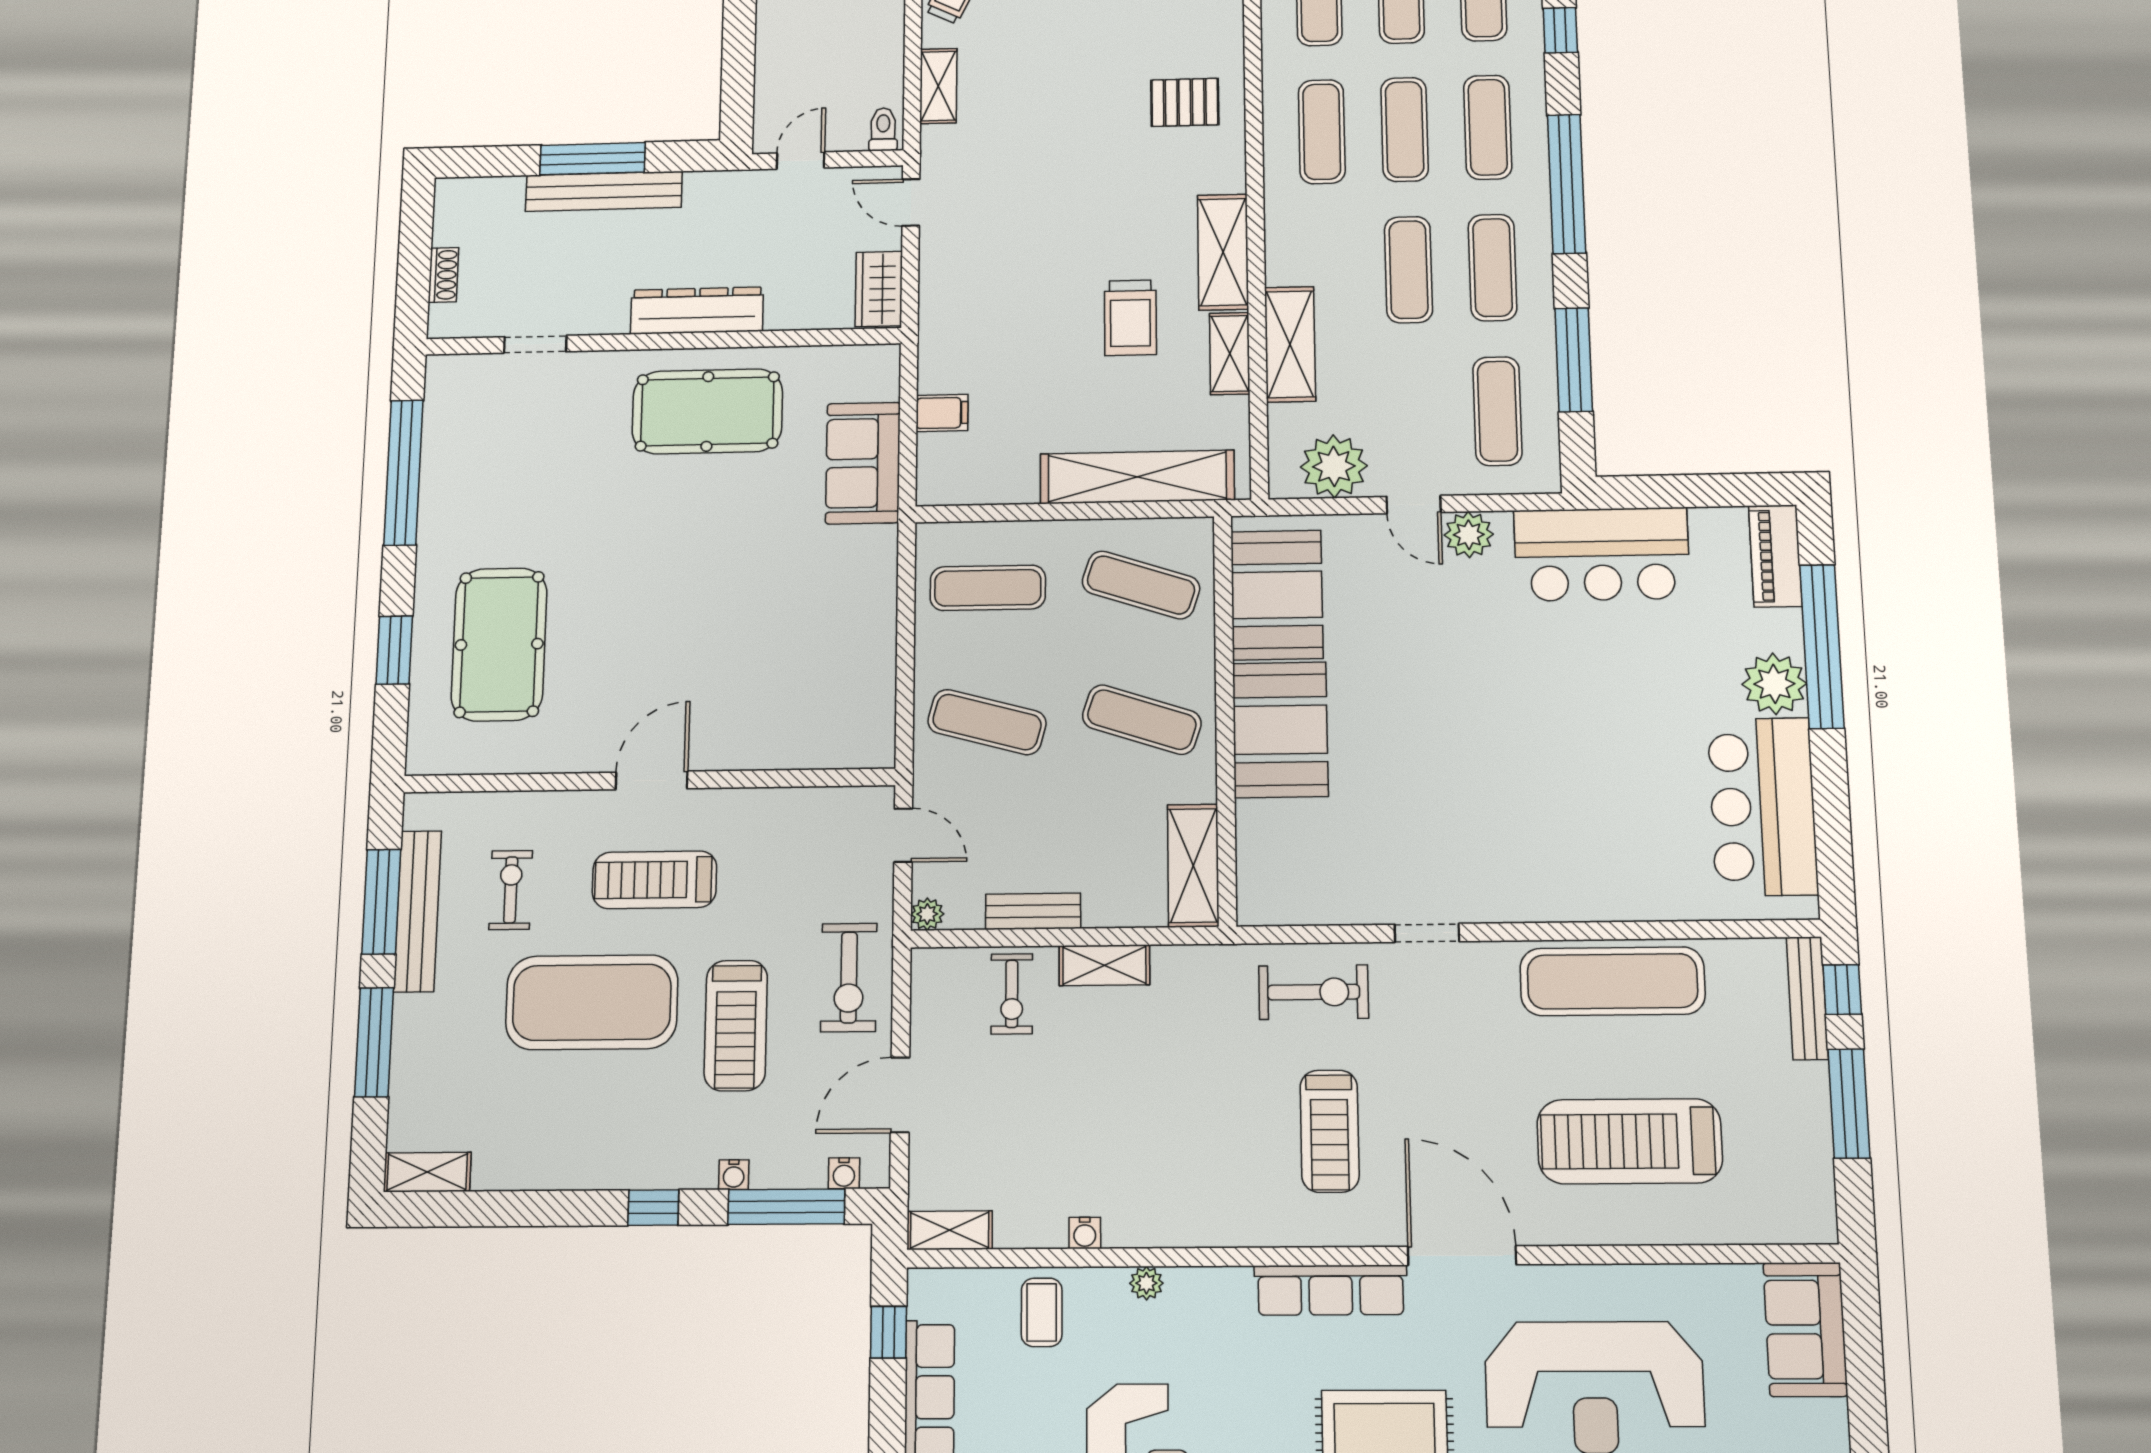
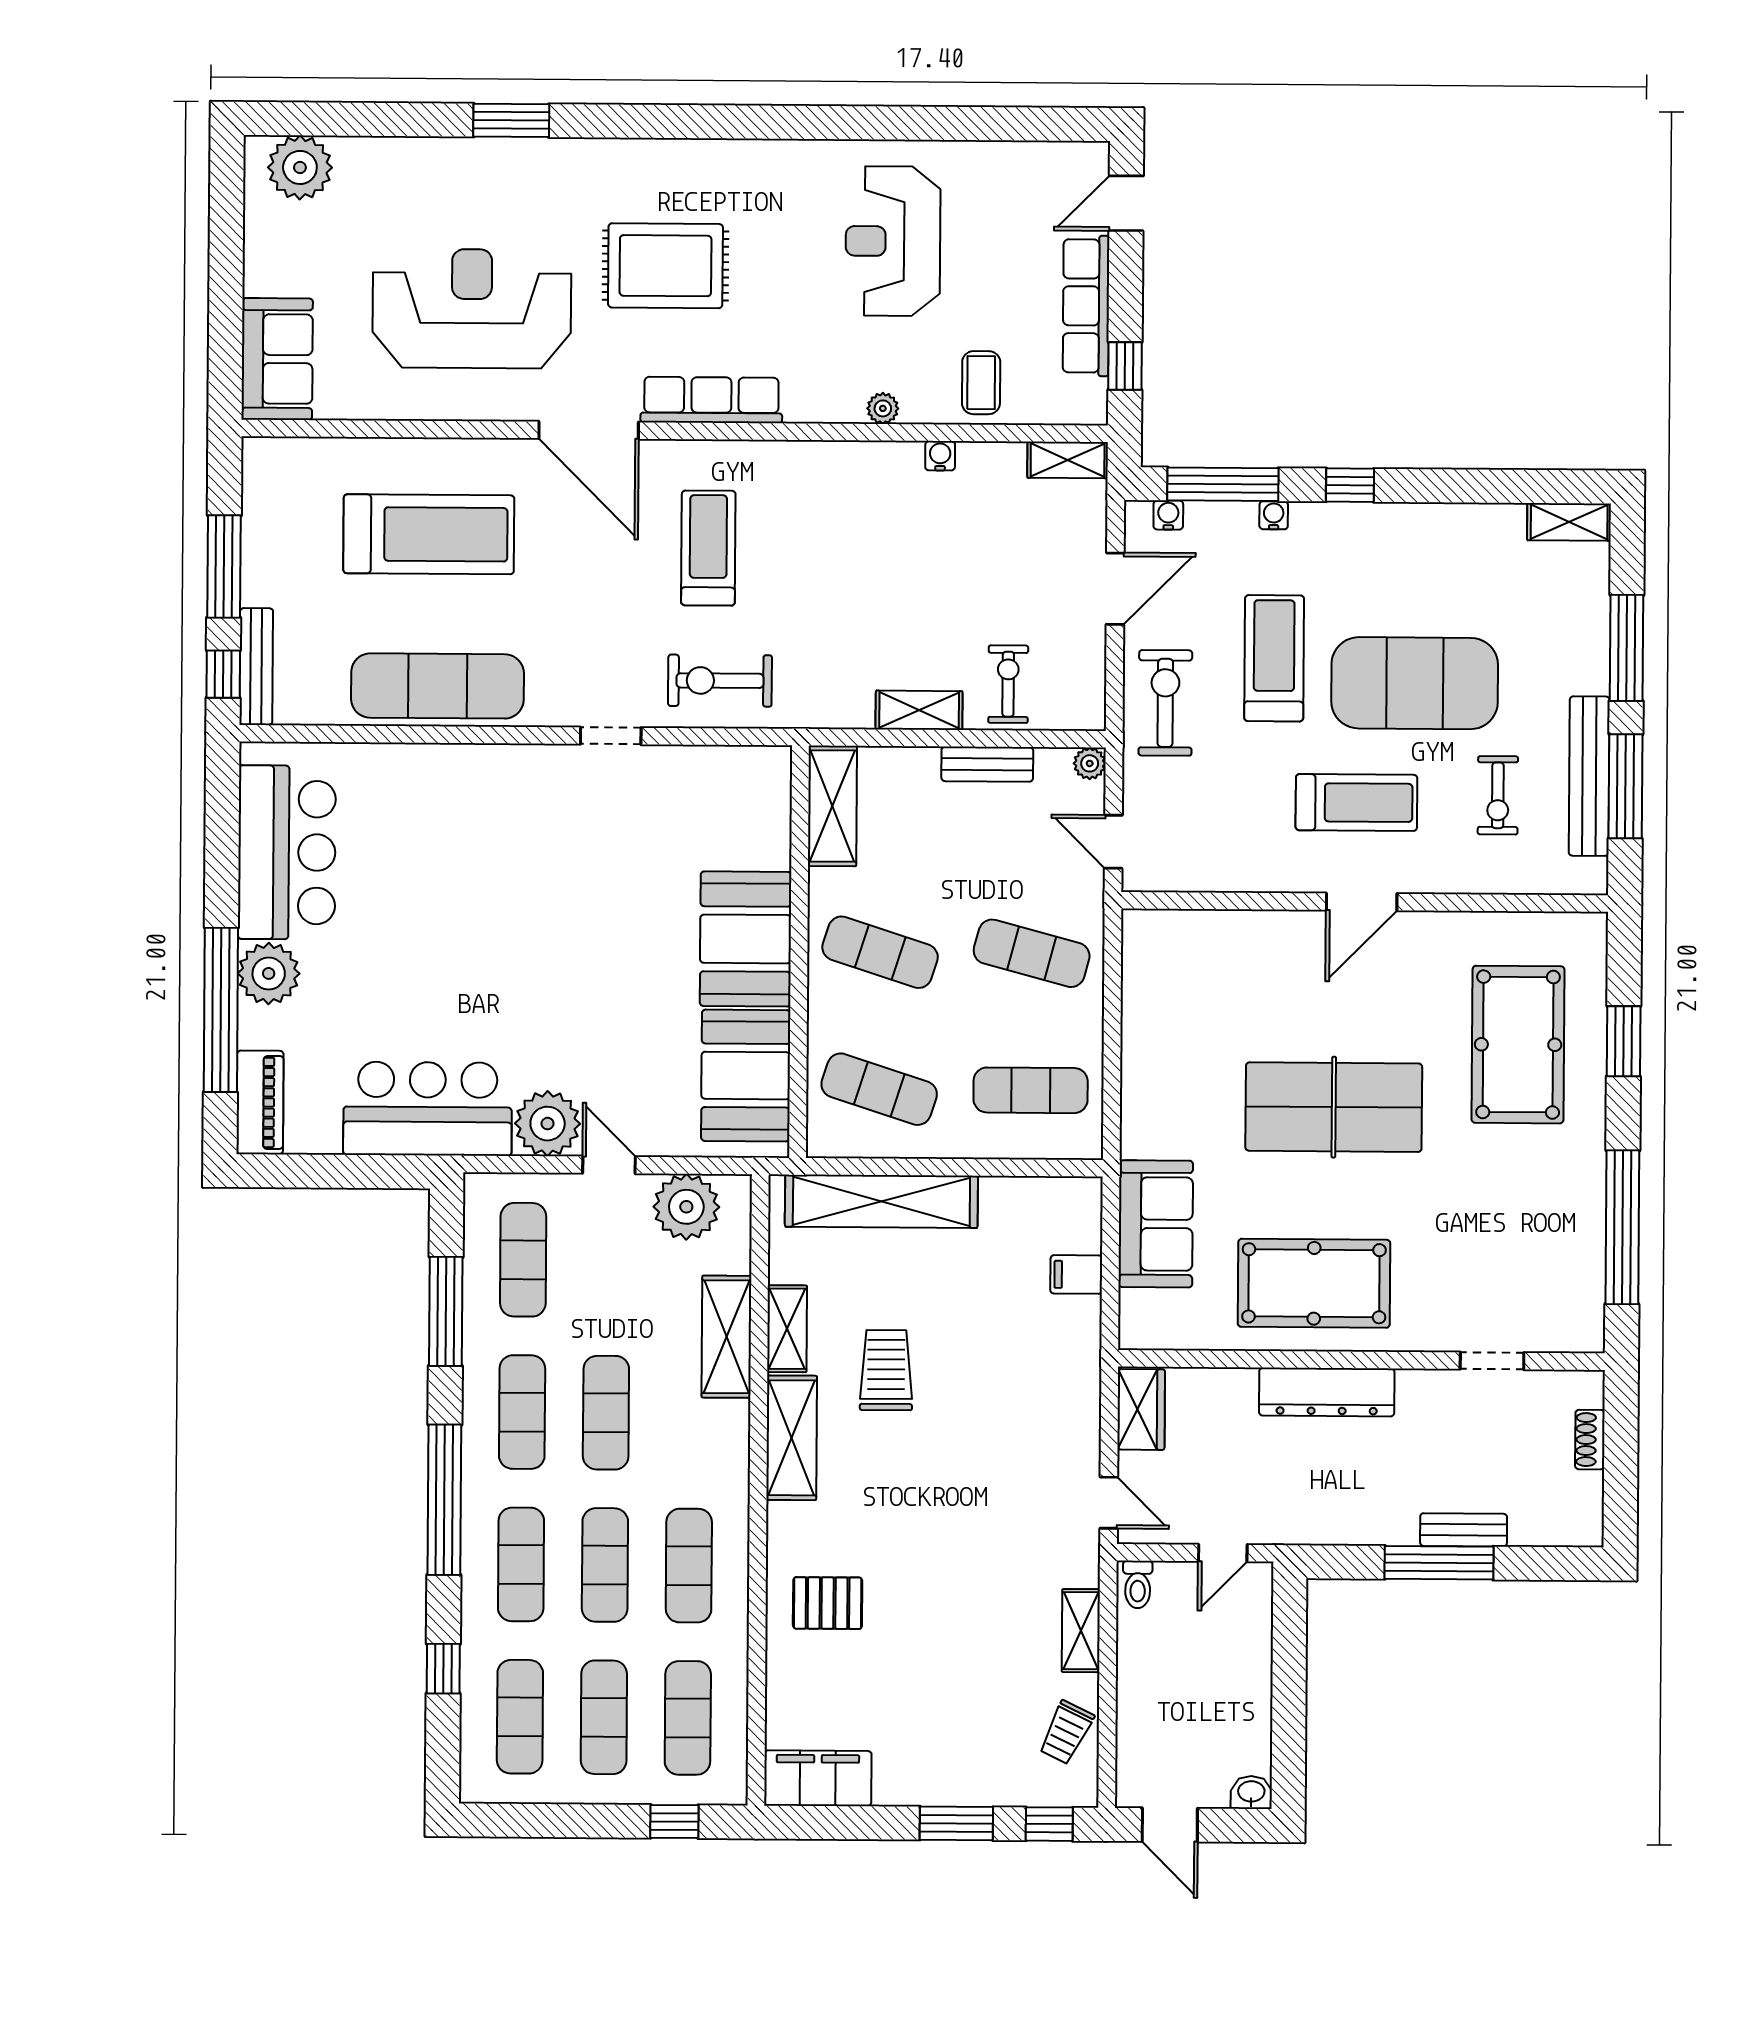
bench: (604, 191) -> (1464, 1530), width x0.54, depth x0.82
plant: (1469, 535) -> (548, 1124), width x1.36, depth x1.36
table tennis table: (684, 579) -> (1334, 1107), added

